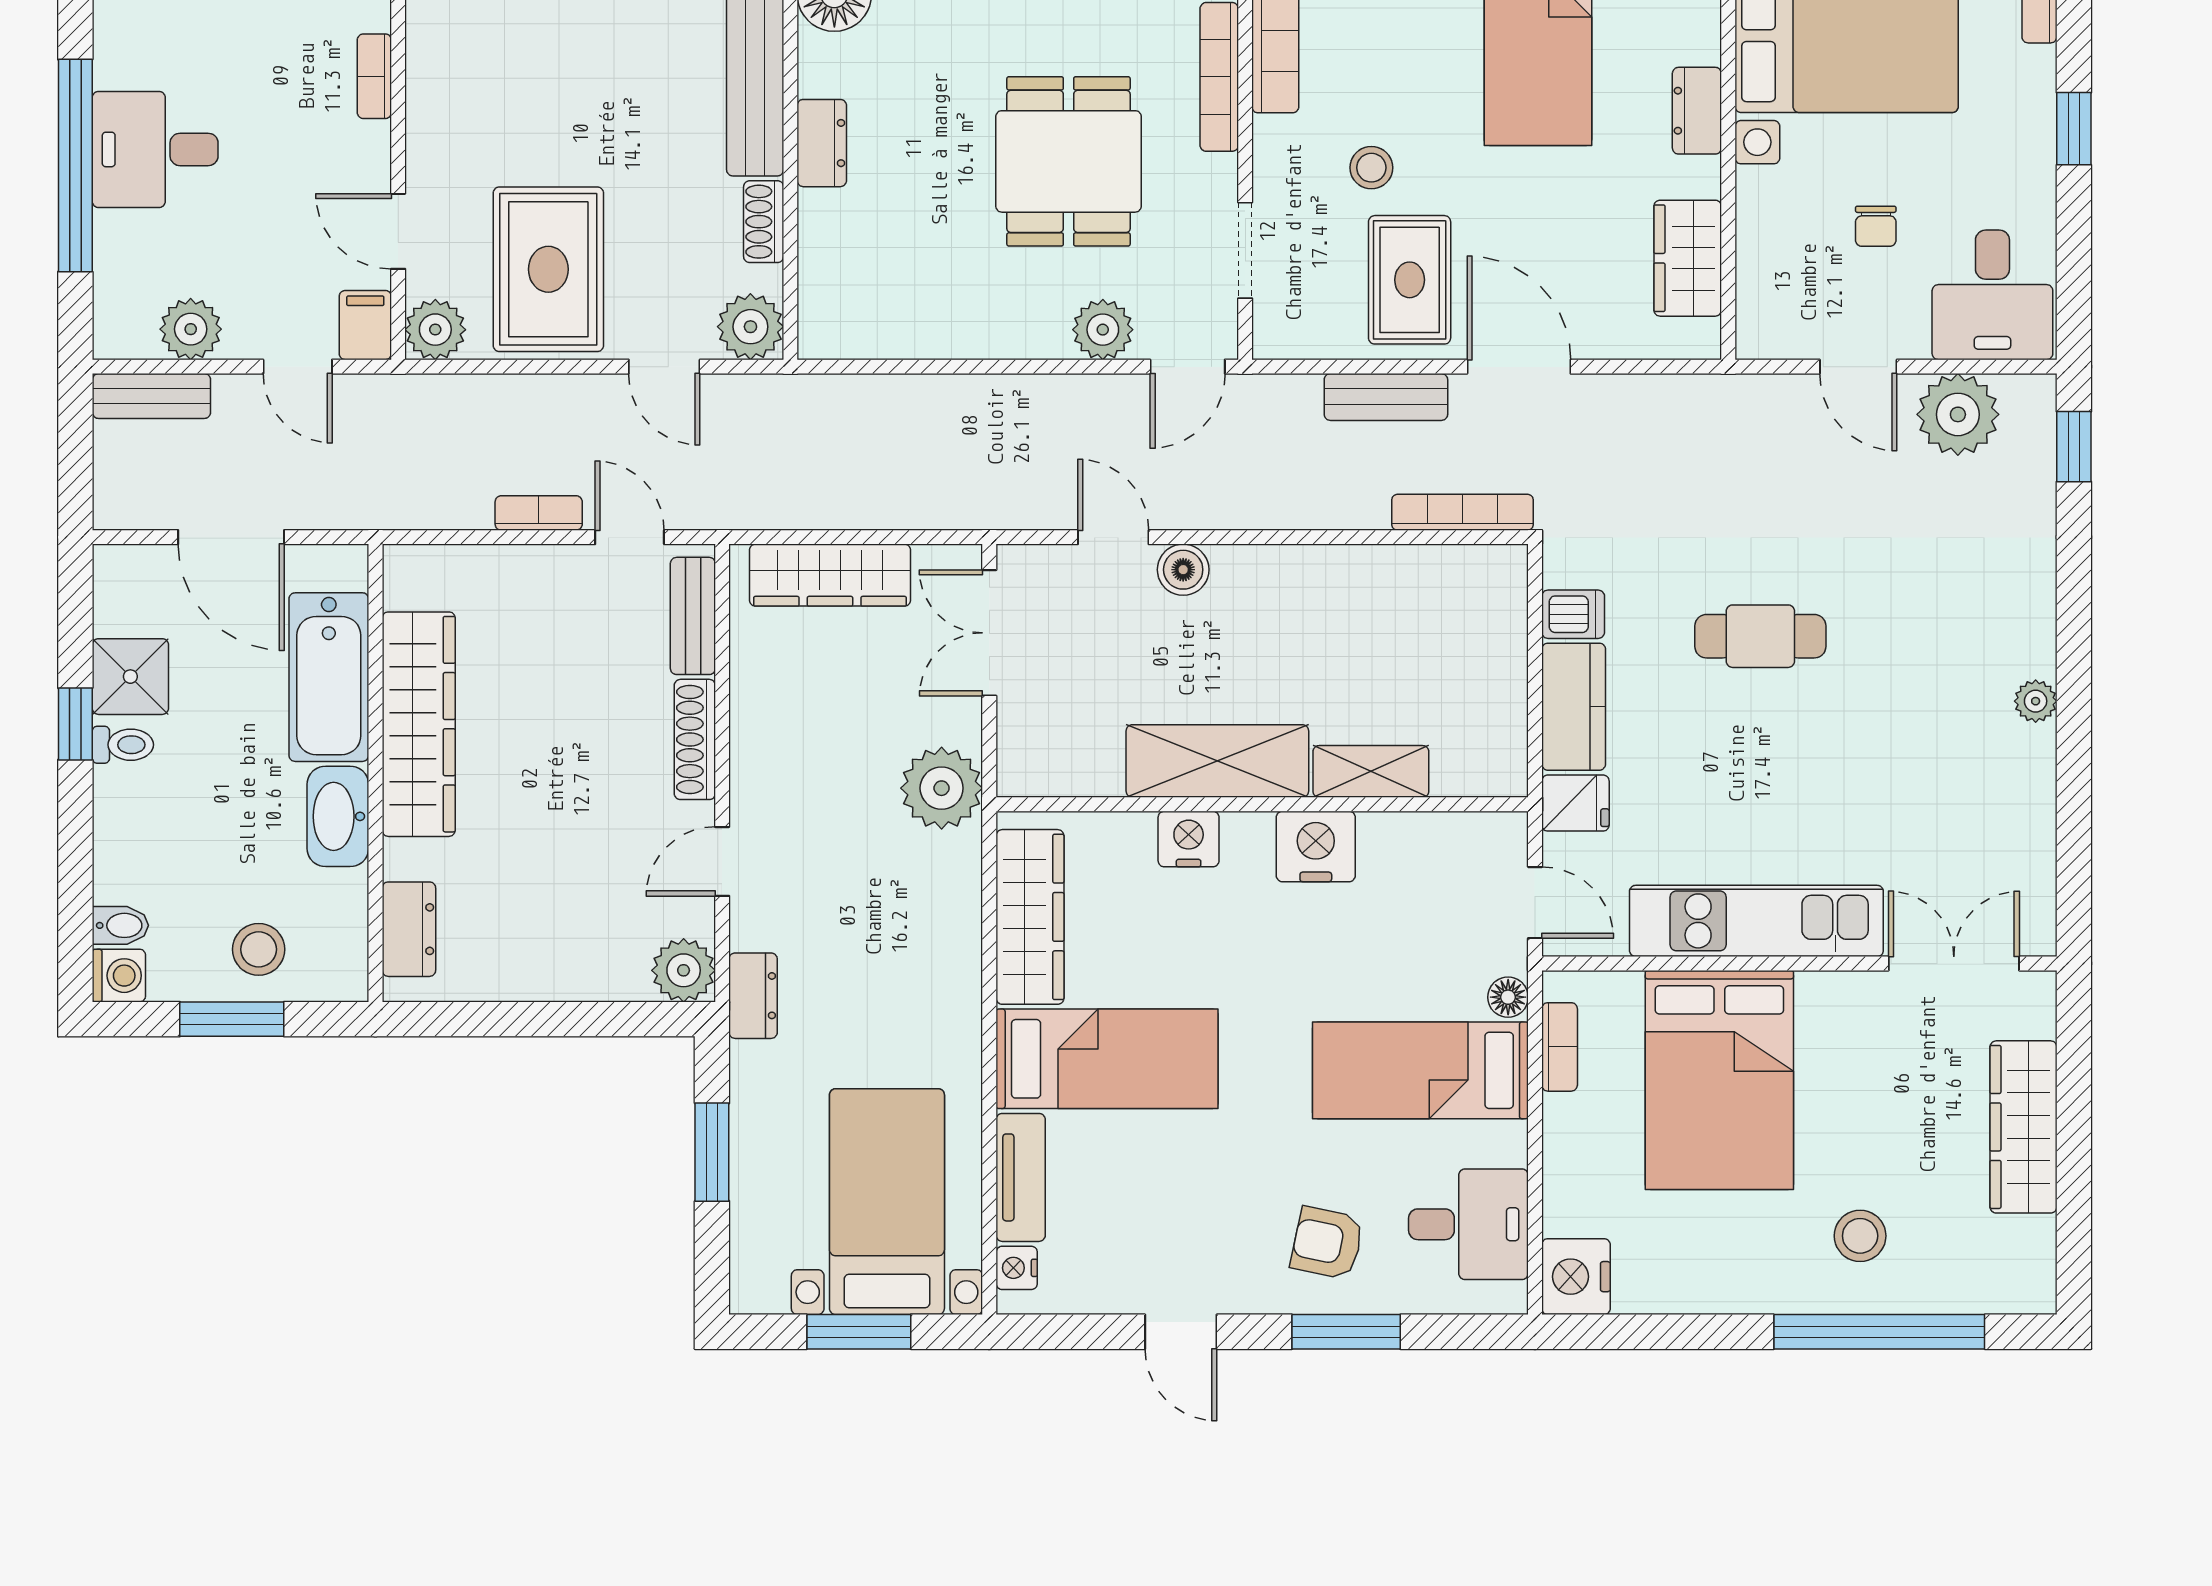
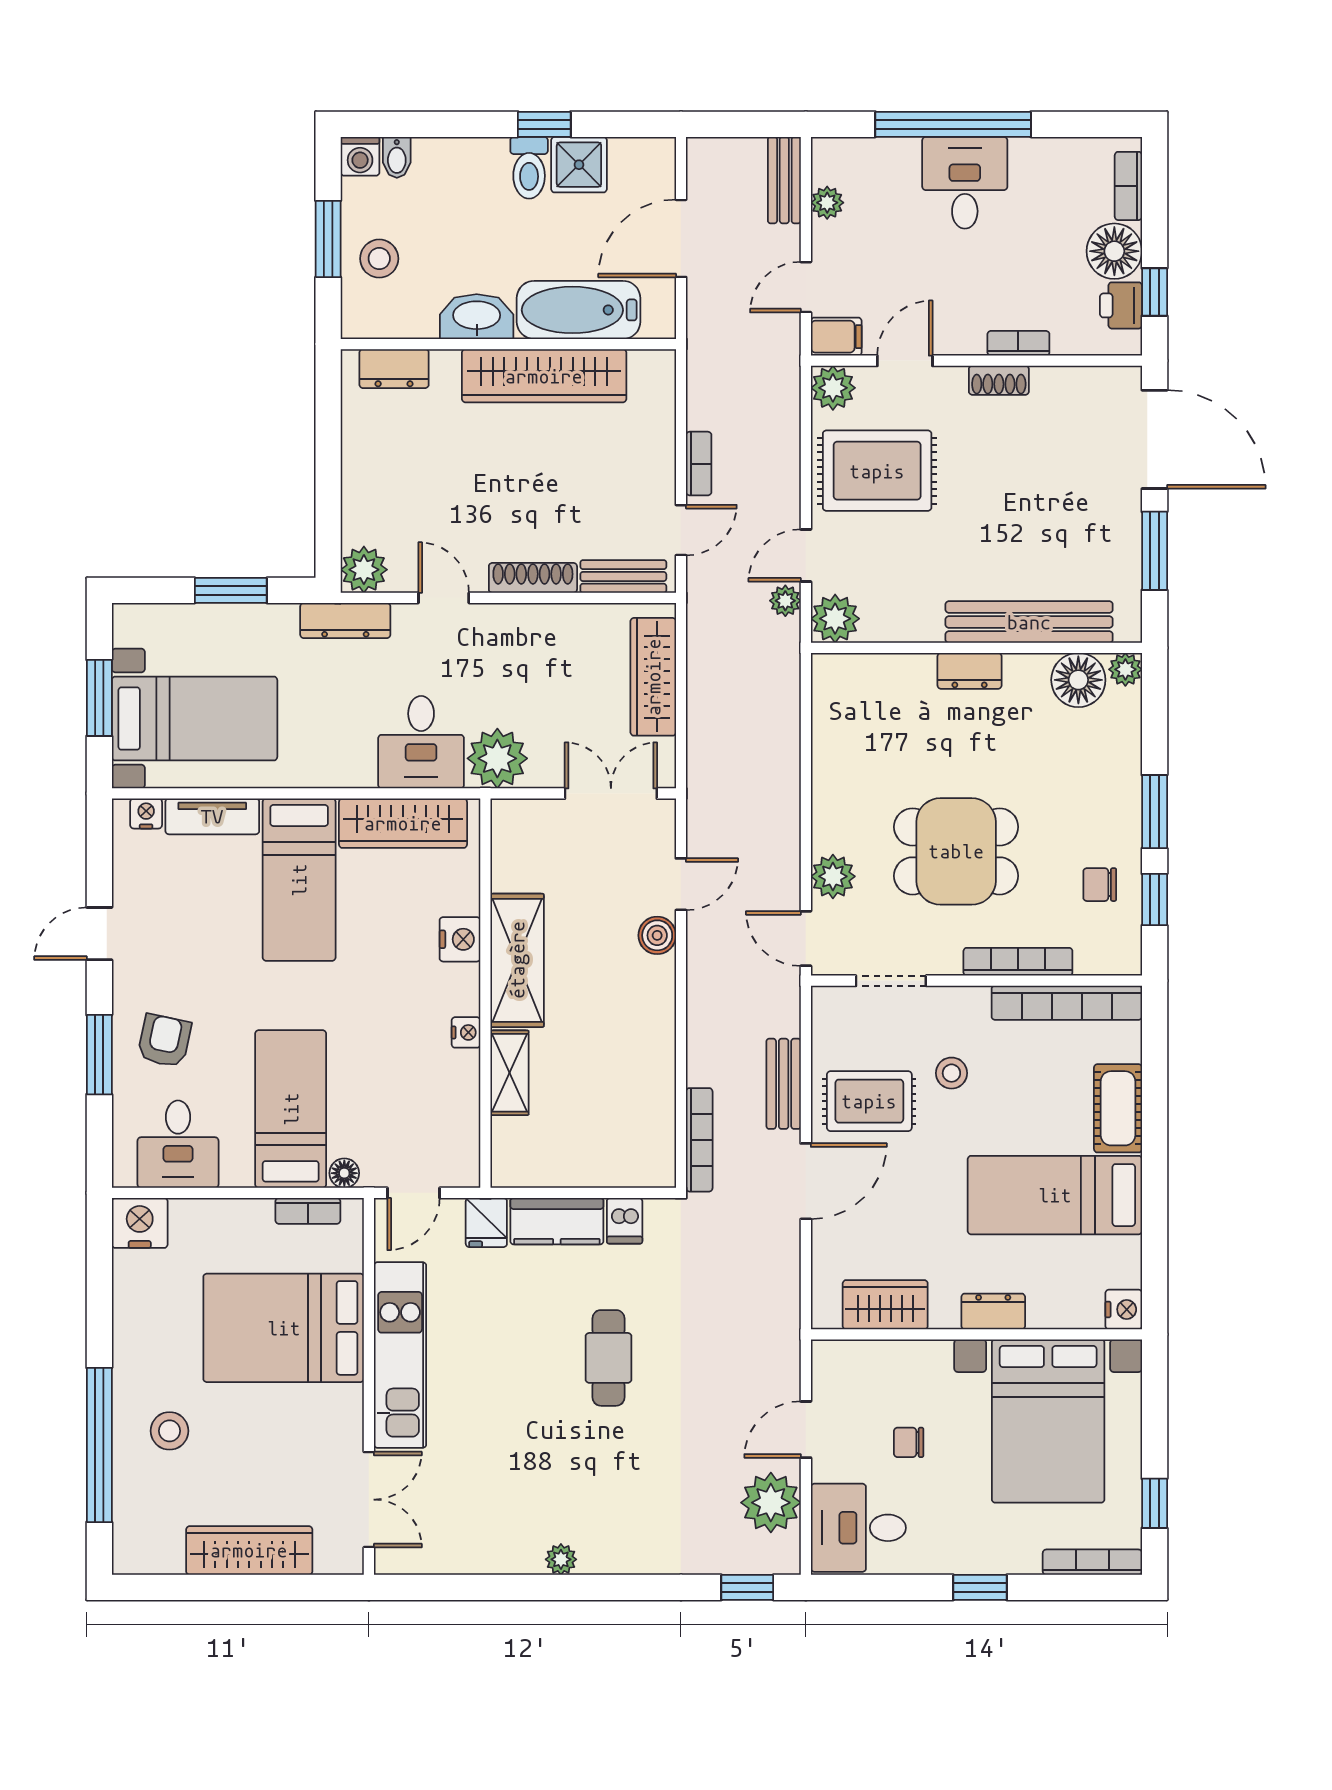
shoe rack: (764, 222) -> (999, 380), moved, turned 180
plant: (191, 329) -> (827, 203), width x0.73, depth x0.73
plant: (726, 395) -> (785, 601), added
toilet: (123, 745) -> (529, 168), width x1.37, depth x1.39
nightstand: (1316, 846) -> (466, 1032), width x0.53, depth x0.56
desk: (919, 892) -> (421, 742), added
dresser: (753, 996) -> (345, 621), width x1.44

